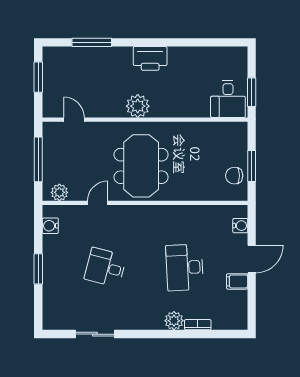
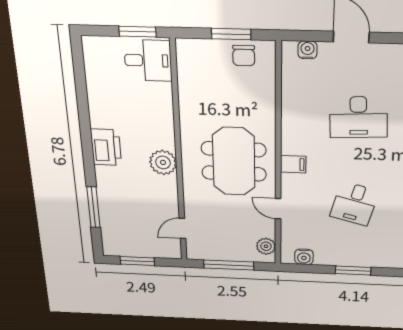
meeting table: (141, 166) -> (234, 161), turned 90
filing cabinet: (237, 281) -> (293, 164), moved, turned -90

